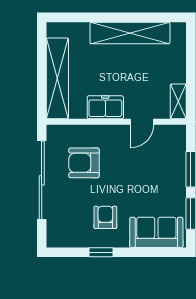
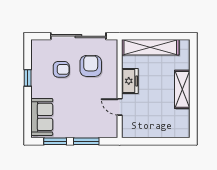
shelving: (130, 33) -> (182, 89), width x0.68
shelving: (178, 101) -> (134, 132), removed
armchair: (105, 217) -> (61, 69), moved

